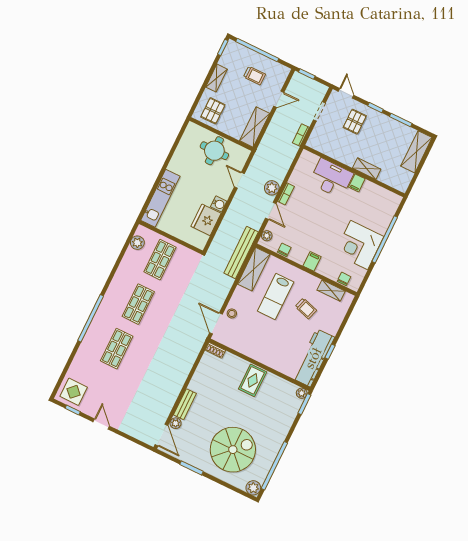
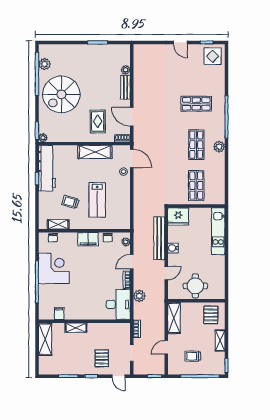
shelving: (416, 152) -> (45, 339), moved
desk: (331, 178) -> (118, 304), moved, turned -90
door: (239, 180) -> (166, 273), hinge flipped
filing cabinet: (357, 183) -> (59, 313), moved
plant: (272, 188) -> (139, 296), moved
door: (271, 211) -> (132, 262), hinge flipped
fridge: (206, 220) -> (178, 216), moved, turned 90
plant: (137, 243) -> (219, 147), moved
bench: (241, 253) -> (159, 238), moved
filing cabinet: (312, 261) -> (88, 239), width x2.00
shelving: (254, 269) -> (95, 152), moved, turned 90
lab bench: (276, 297) -> (97, 200), turned 180
shop shelf: (117, 349) -> (196, 104), turned 90
rug: (253, 380) -> (98, 121), moved
door: (161, 435) -> (132, 117), moved
spiral stairs: (233, 450) -> (61, 94), moved
plant: (253, 488) -> (45, 64), moved

